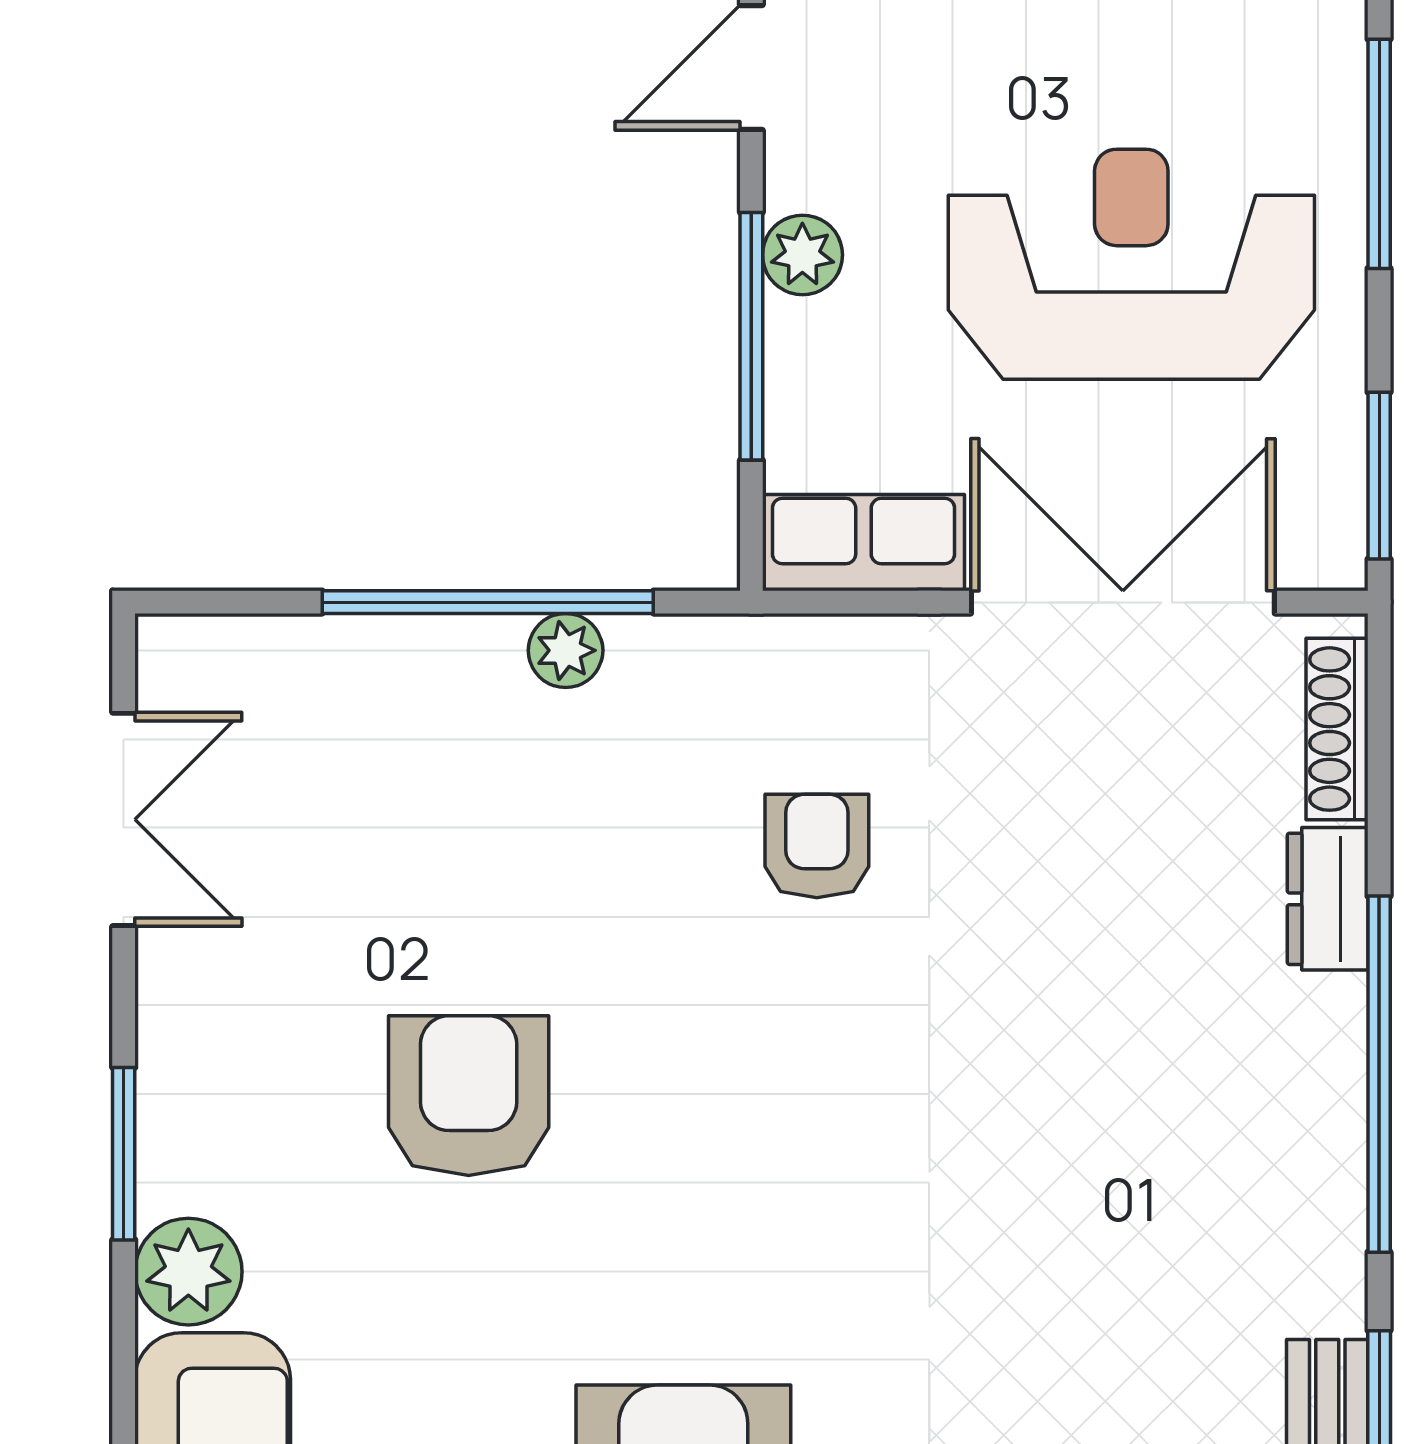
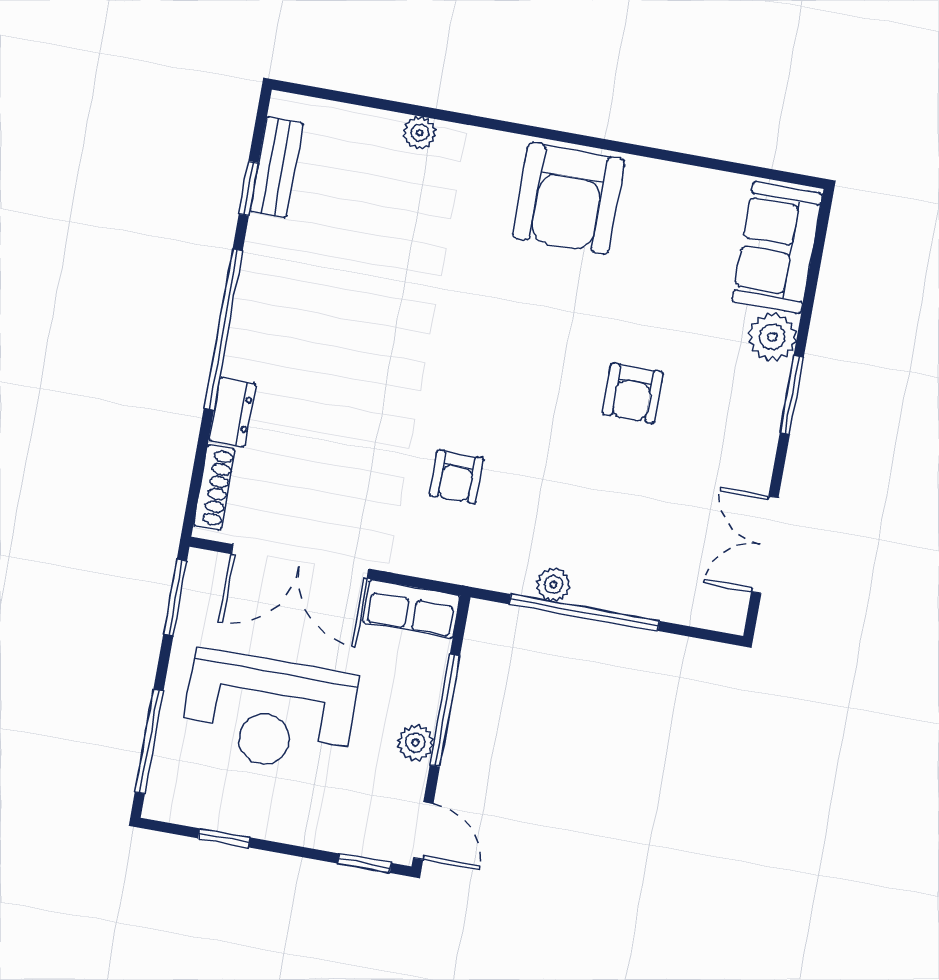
door: (751, 68) -> (423, 831), hinge flipped
armchair: (469, 1096) -> (633, 393), width x0.72, depth x0.72

